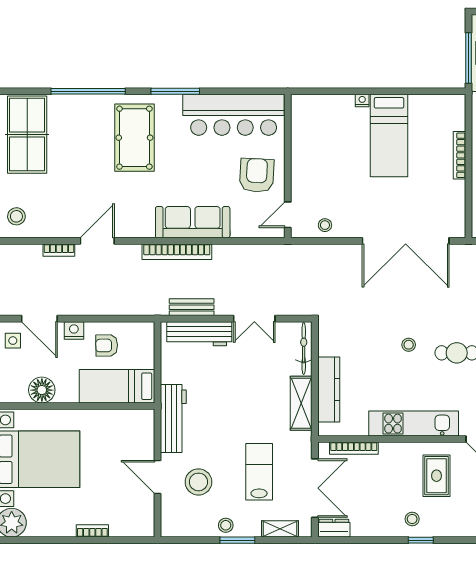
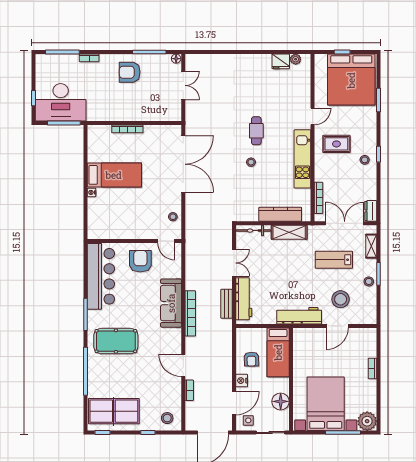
armchair: (257, 175) -> (140, 261), turned 87

